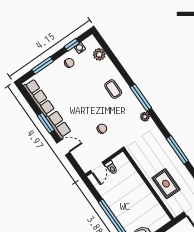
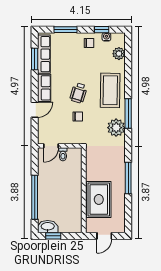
coffee table: (113, 89) -> (110, 90), width x1.86, depth x1.72
wheelchair: (89, 109) -> (79, 93), added
plant: (145, 117) -> (116, 128), width x1.88, depth x1.88
window: (46, 123) -> (35, 59), moved
door: (63, 148) -> (35, 110), hinge flipped
rug: (166, 184) -> (99, 199), width x1.36, depth x1.43

